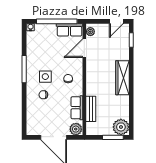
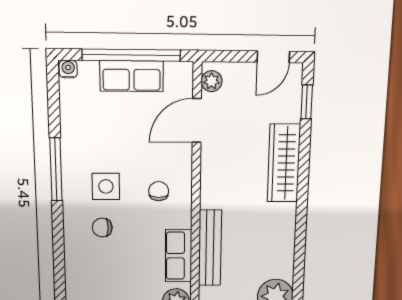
row of seats: (70, 30) -> (132, 76), moved
wardrobe: (122, 78) -> (284, 163), moved
bench: (91, 109) -> (210, 248), width x1.36

